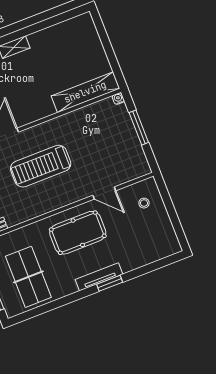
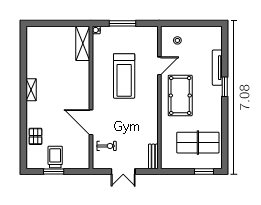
shelving: (85, 92) -> (83, 43), width x0.68
treadmill: (41, 166) -> (124, 76), moved
tv unit: (99, 277) -> (217, 68), moved

